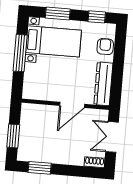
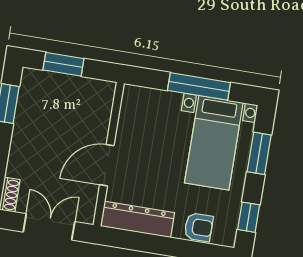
door: (72, 105) -> (107, 165), hinge flipped

